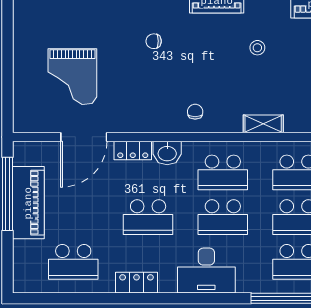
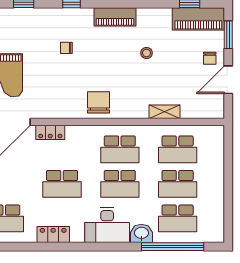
chair: (195, 112) -> (98, 102), width x1.87, depth x1.87
shelving: (263, 124) -> (165, 112), moved
washbasin: (167, 153) -> (141, 233), moved, turned 180

